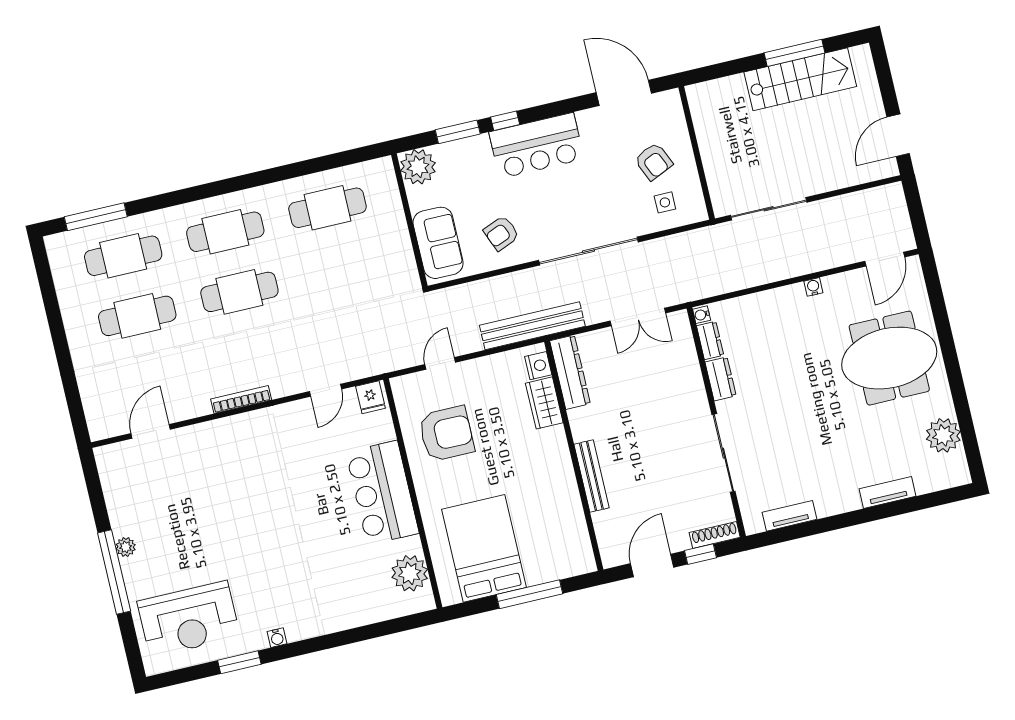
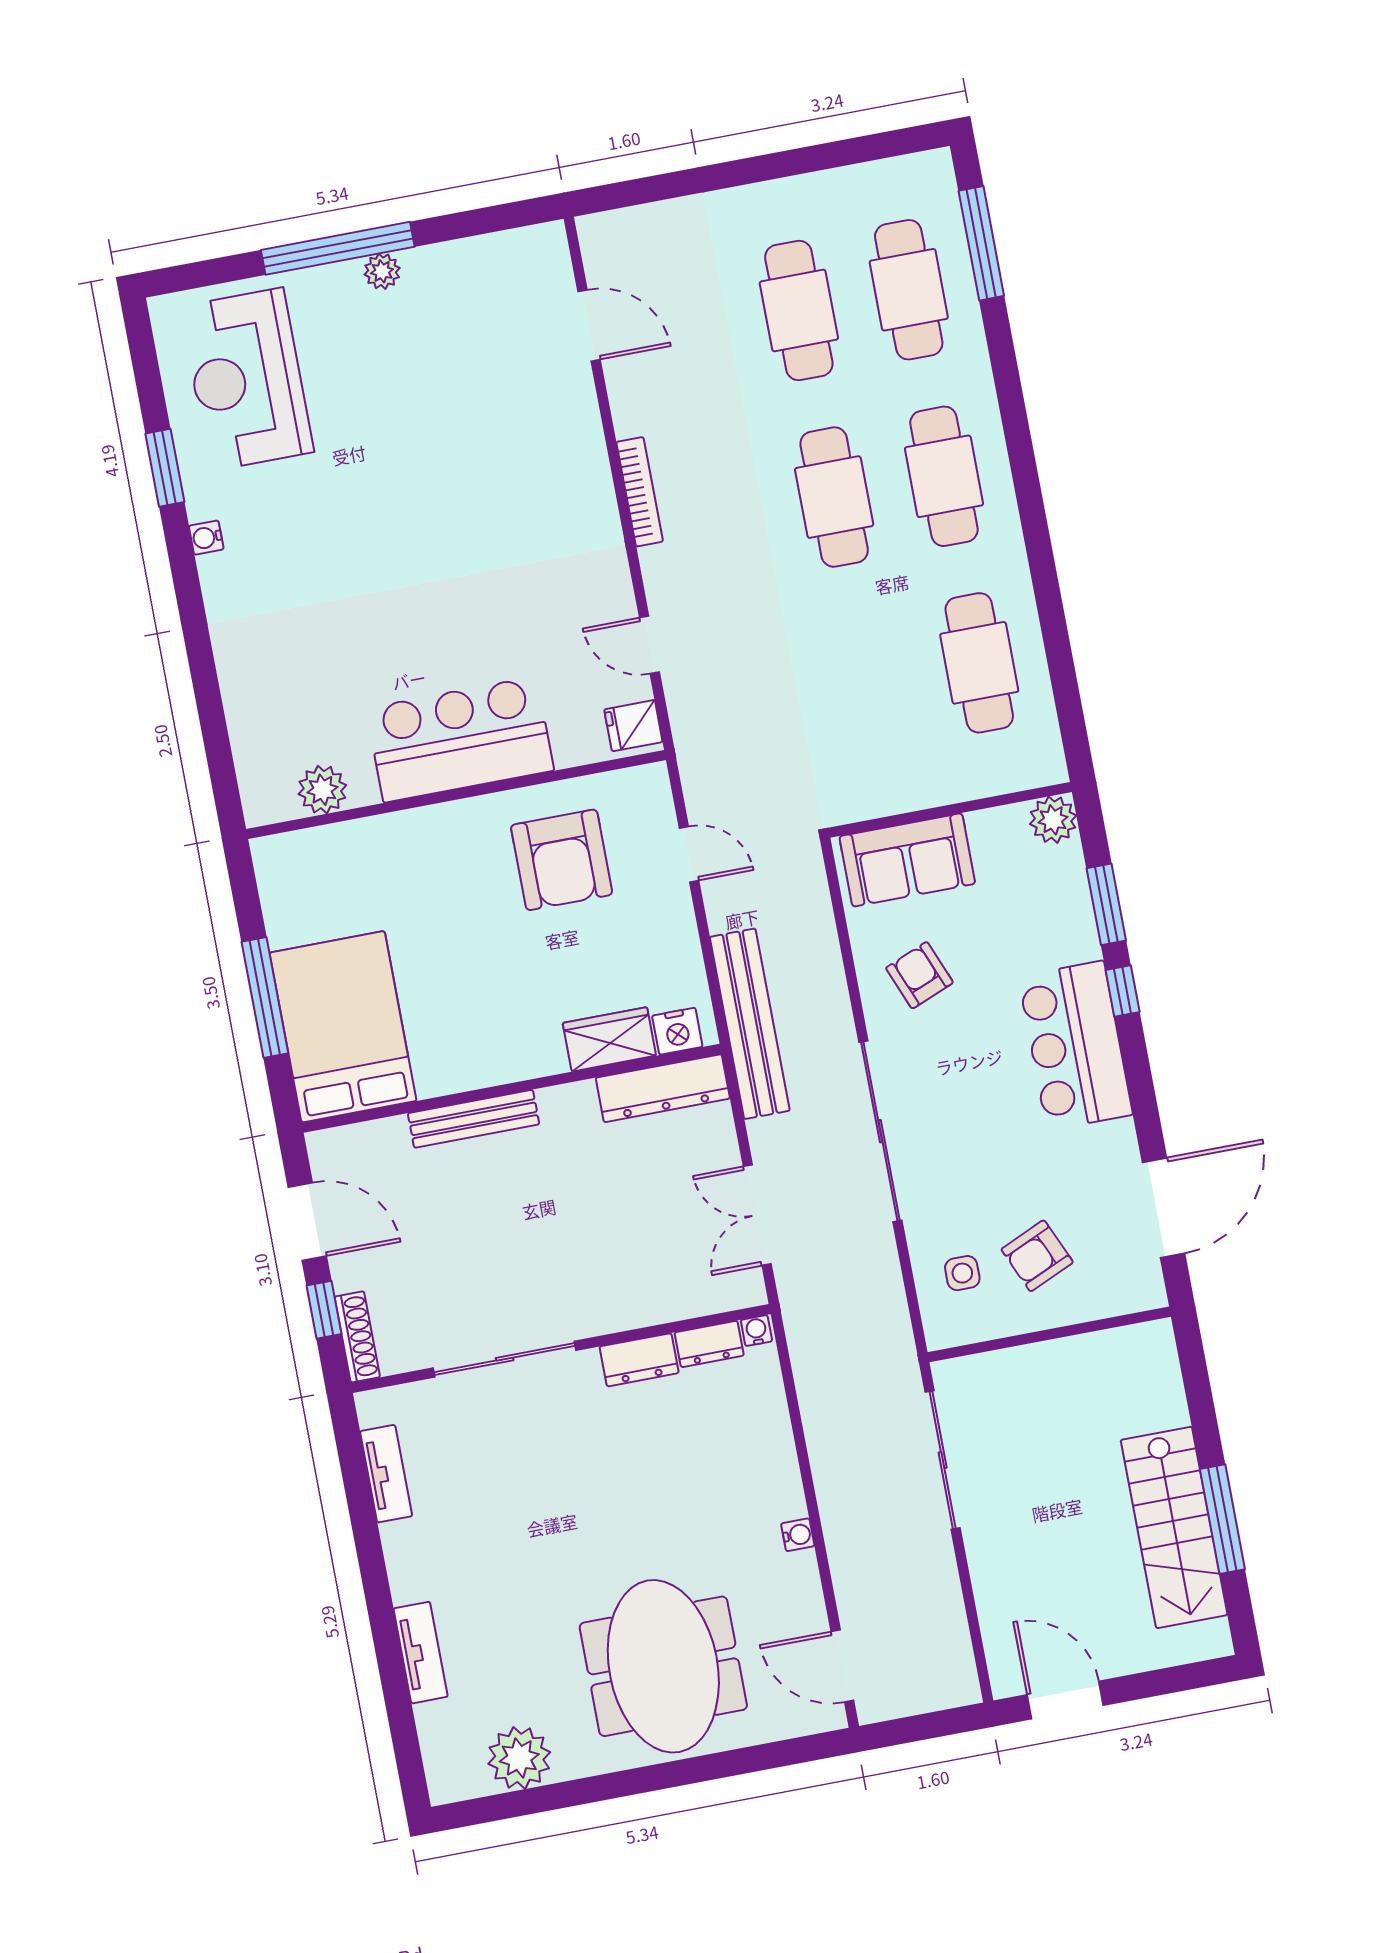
plant: (418, 167) -> (1053, 820), width x0.73, depth x0.73
bed: (484, 548) -> (343, 1027), moved, turned -90
plant: (410, 573) -> (322, 790), width x0.73, depth x0.73

